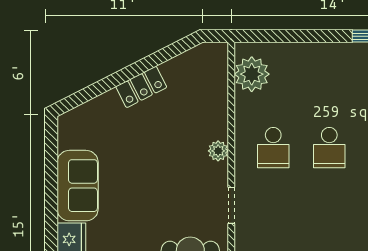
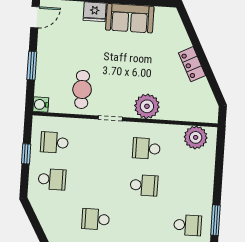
school desk: (329, 148) -> (144, 185), turned 180
plant: (218, 151) -> (147, 106), width x1.88, depth x1.88

